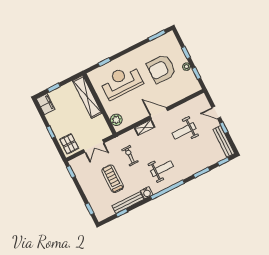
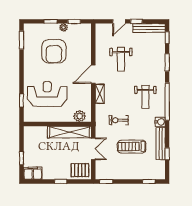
reception desk: (121, 82) -> (47, 94), turned 90
shelving: (87, 97) -> (69, 132), moved
weight bench: (162, 169) -> (145, 97), turned 180

